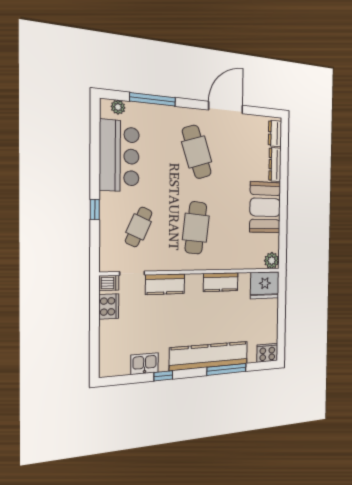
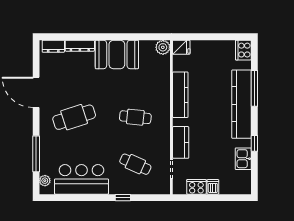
cafe table: (196, 228) -> (135, 117), width x0.73, depth x0.74
kitchen counter: (221, 282) -> (180, 95), width x1.50
dishwasher: (109, 283) -> (213, 187), moved
fridge: (265, 285) -> (181, 47), width x0.53, depth x0.75

